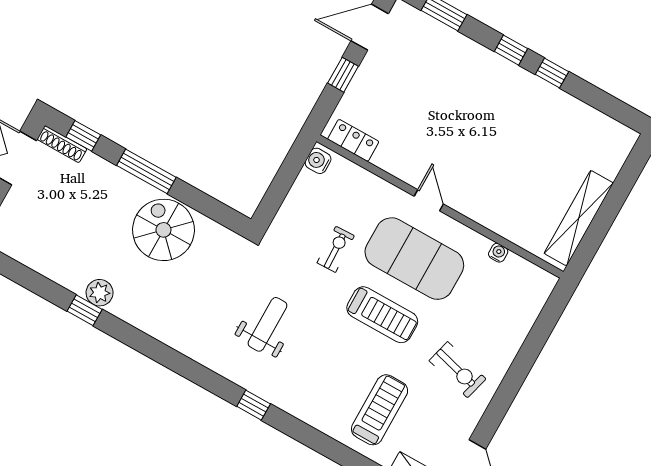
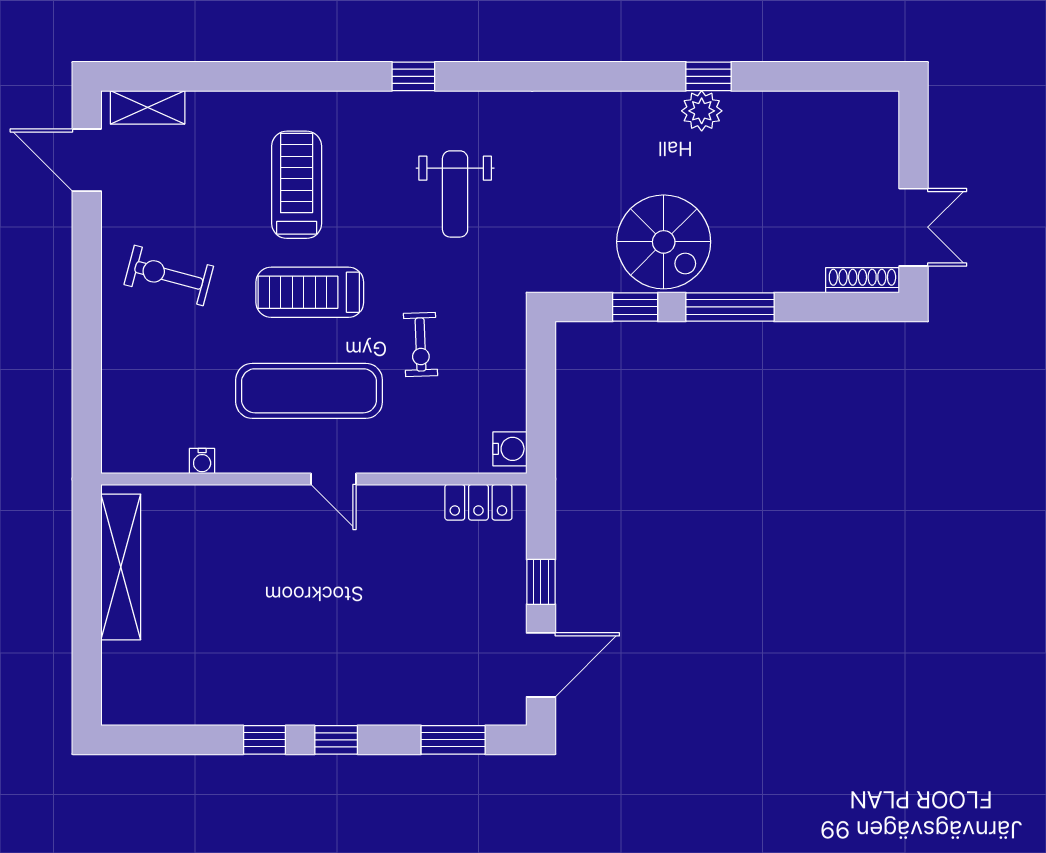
window: (83, 136) -> (635, 307), moved
exercise mat: (414, 259) -> (309, 391), width x0.68
treadmill: (380, 410) -> (297, 185), moved, turned 180

